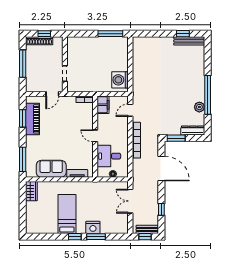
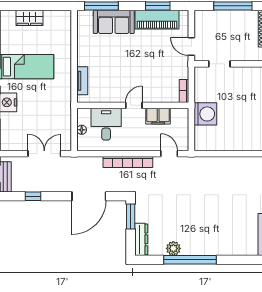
washing machine: (120, 80) -> (205, 114), moved, turned 90
filing cabinet: (103, 105) -> (158, 116), moved
sofa: (51, 169) -> (114, 22), moved, turned 90
wardrobe: (31, 191) -> (29, 18), moved

